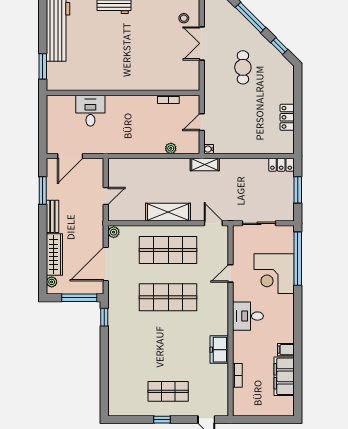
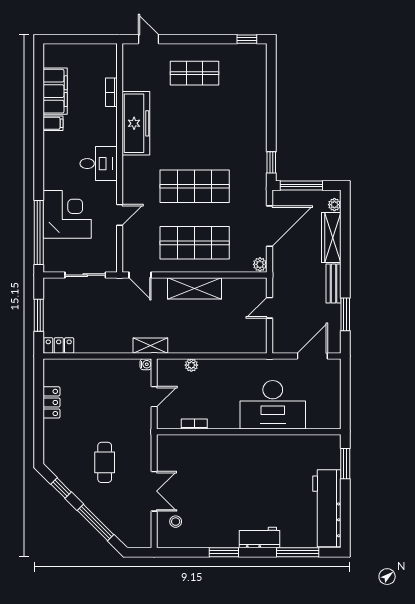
desk: (90, 111) -> (273, 405), width x1.87, depth x1.30
freezer: (219, 350) -> (136, 123), width x1.91, depth x1.26
window: (162, 420) -> (247, 39), moved

